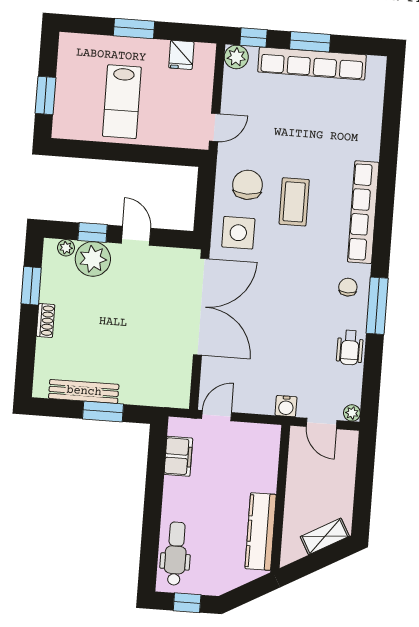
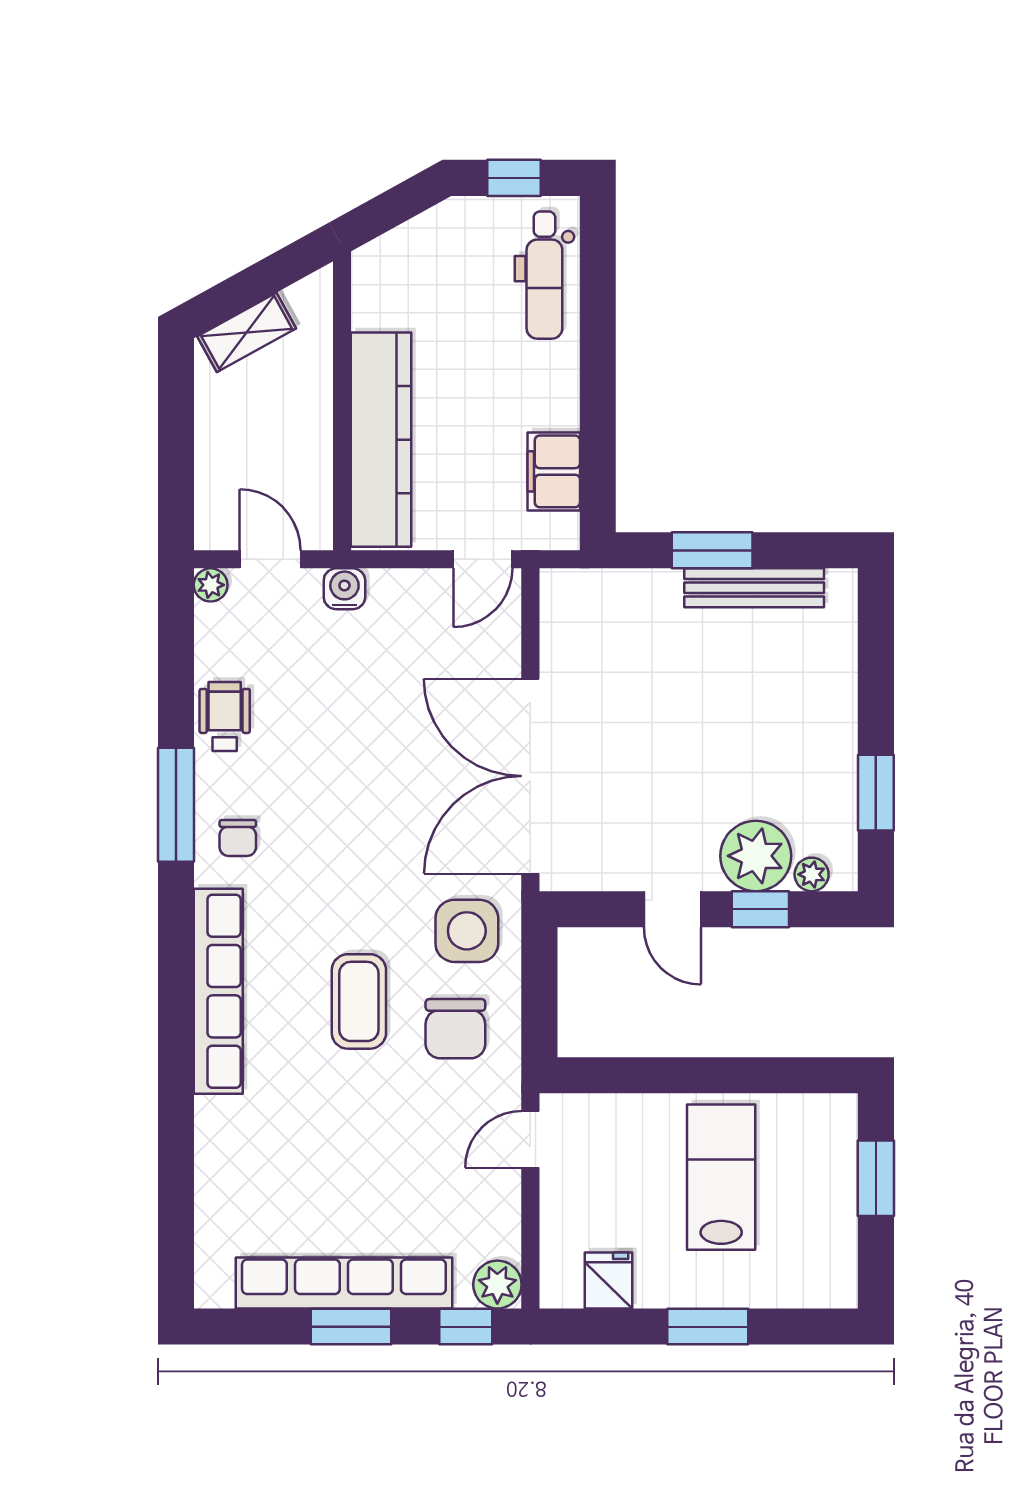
shoe rack: (46, 321) -> (842, 725), removed
kitchen counter: (261, 532) -> (381, 440), moved, width x1.39, depth x1.17

